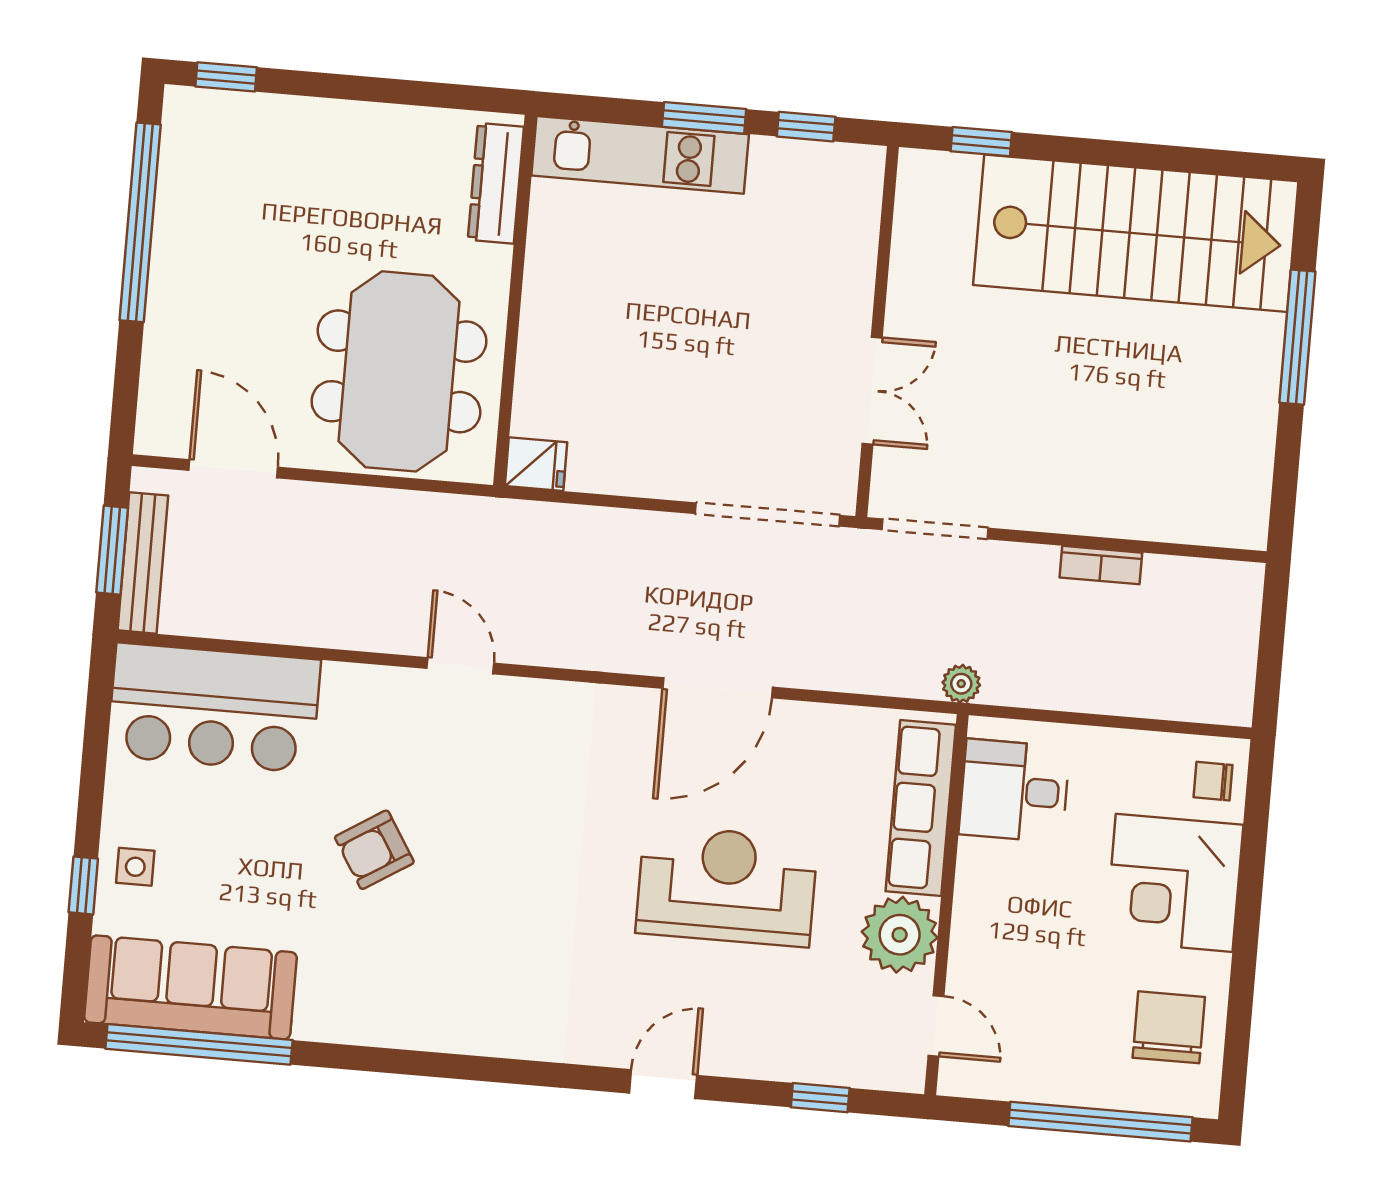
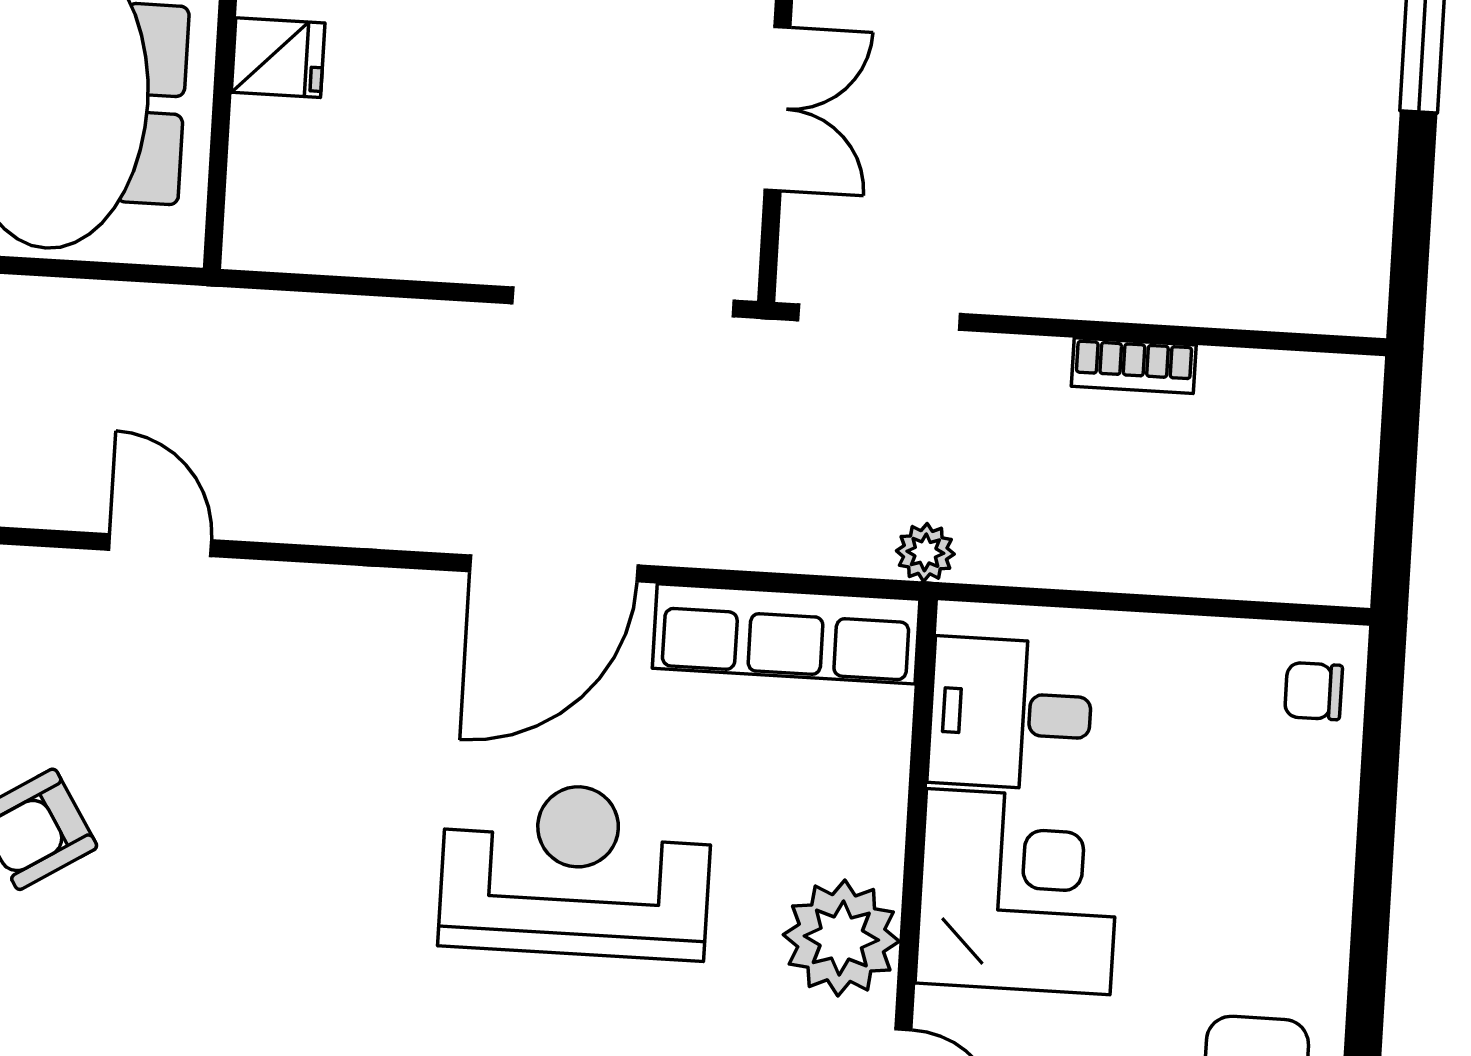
fridge: (536, 464) -> (278, 58), moved
row of seats: (921, 808) -> (786, 634), moved, turned -90
corner desk: (1174, 883) -> (1018, 892), moved, turned 180

